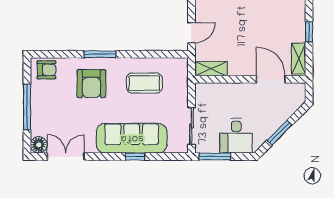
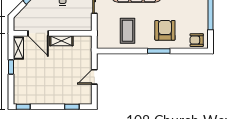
door: (191, 33) -> (94, 77), moved
shelving: (211, 69) -> (61, 41), moved
coffee table: (144, 83) -> (128, 31), turned 90

